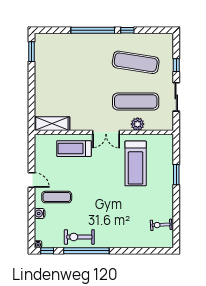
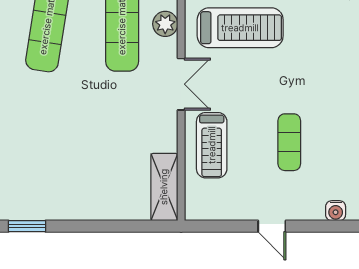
door: (31, 180) -> (272, 226), swing flipped
exercise mat: (57, 197) -> (289, 142), moved

